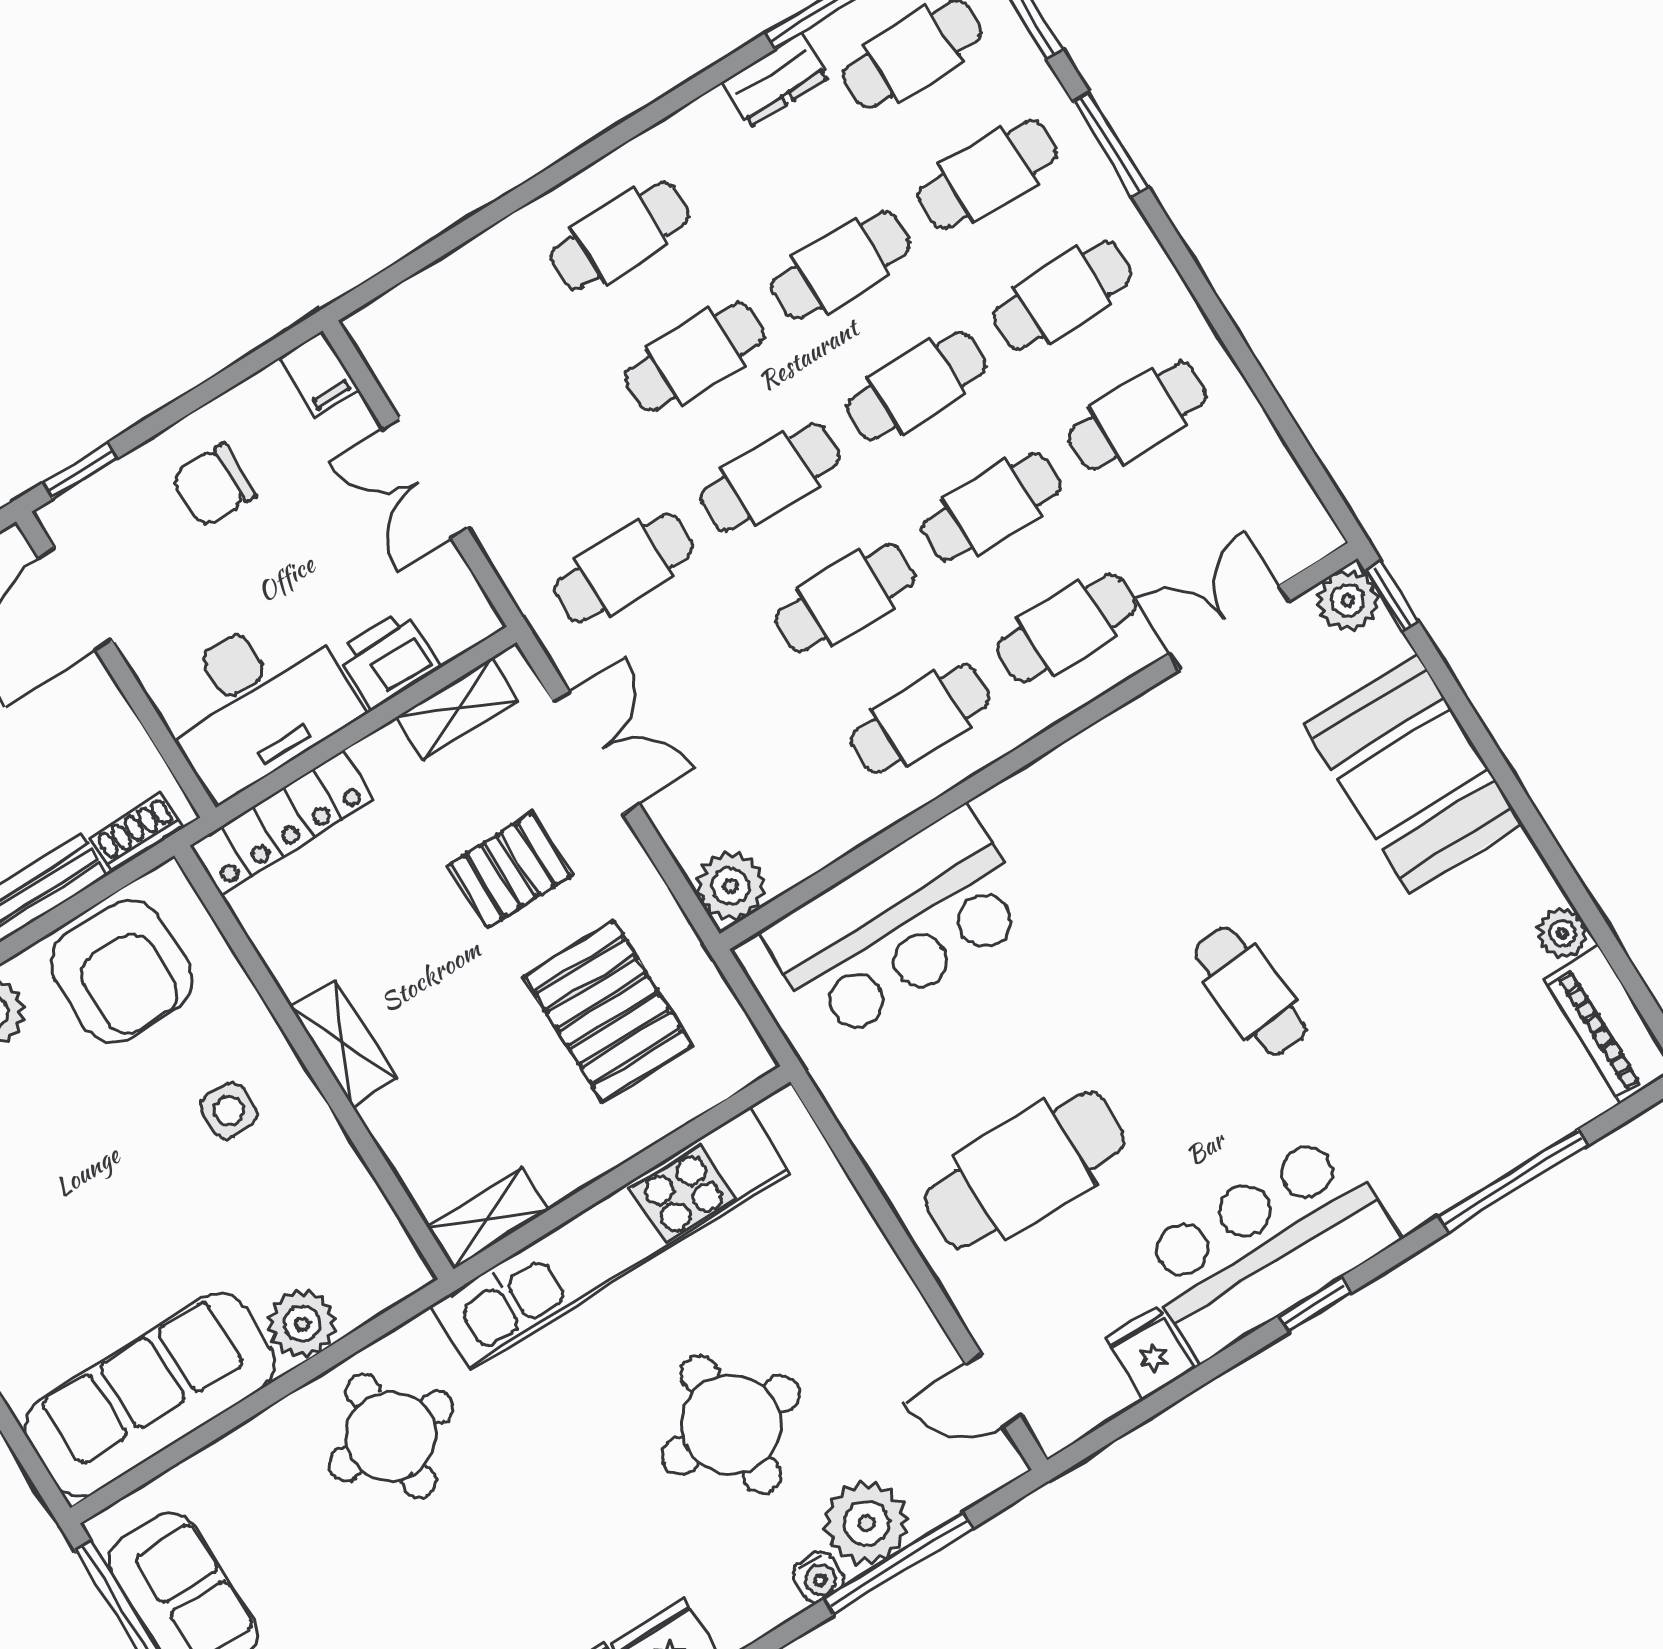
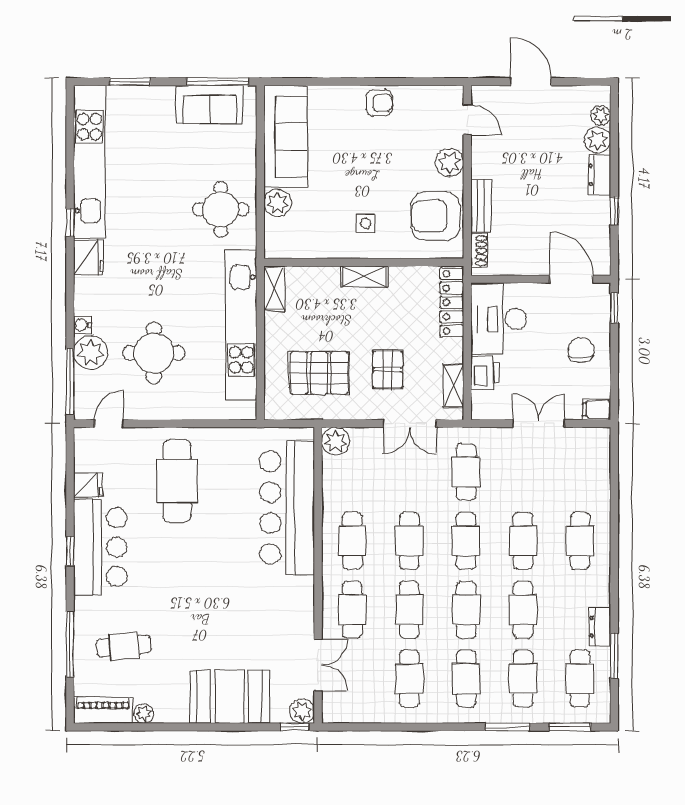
bar counter: (898, 925) -> (287, 508), width x1.36
cafe table: (1250, 991) -> (124, 646), moved
round table: (731, 1425) -> (154, 353), moved
window: (898, 1563) -> (70, 382), moved

